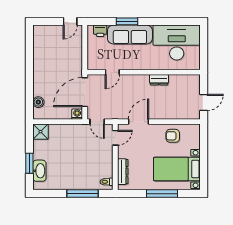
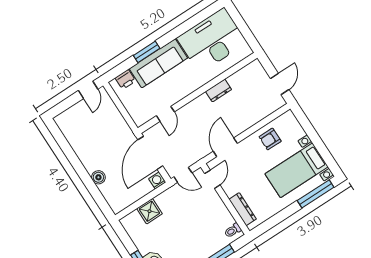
boiler: (38, 102) -> (98, 177), moved
shower: (40, 132) -> (149, 211), moved
window: (162, 194) -> (316, 194), moved

